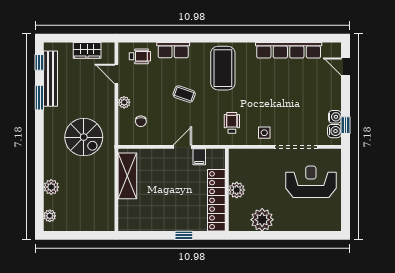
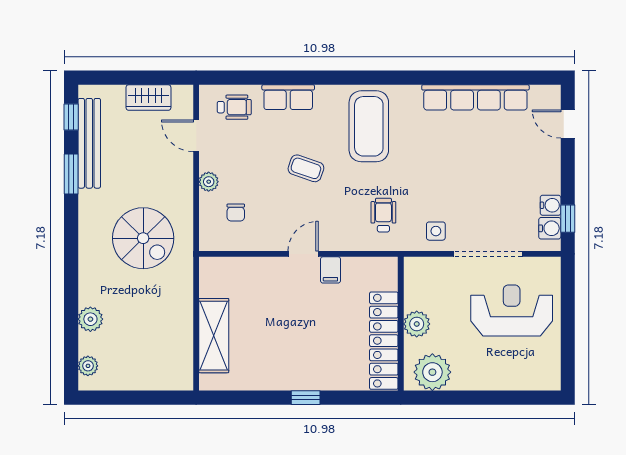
shelving: (127, 176) -> (214, 336), moved
wall: (227, 190) -> (401, 324), moved
plant: (237, 190) -> (417, 324), moved
locker: (216, 200) -> (384, 341), moved

